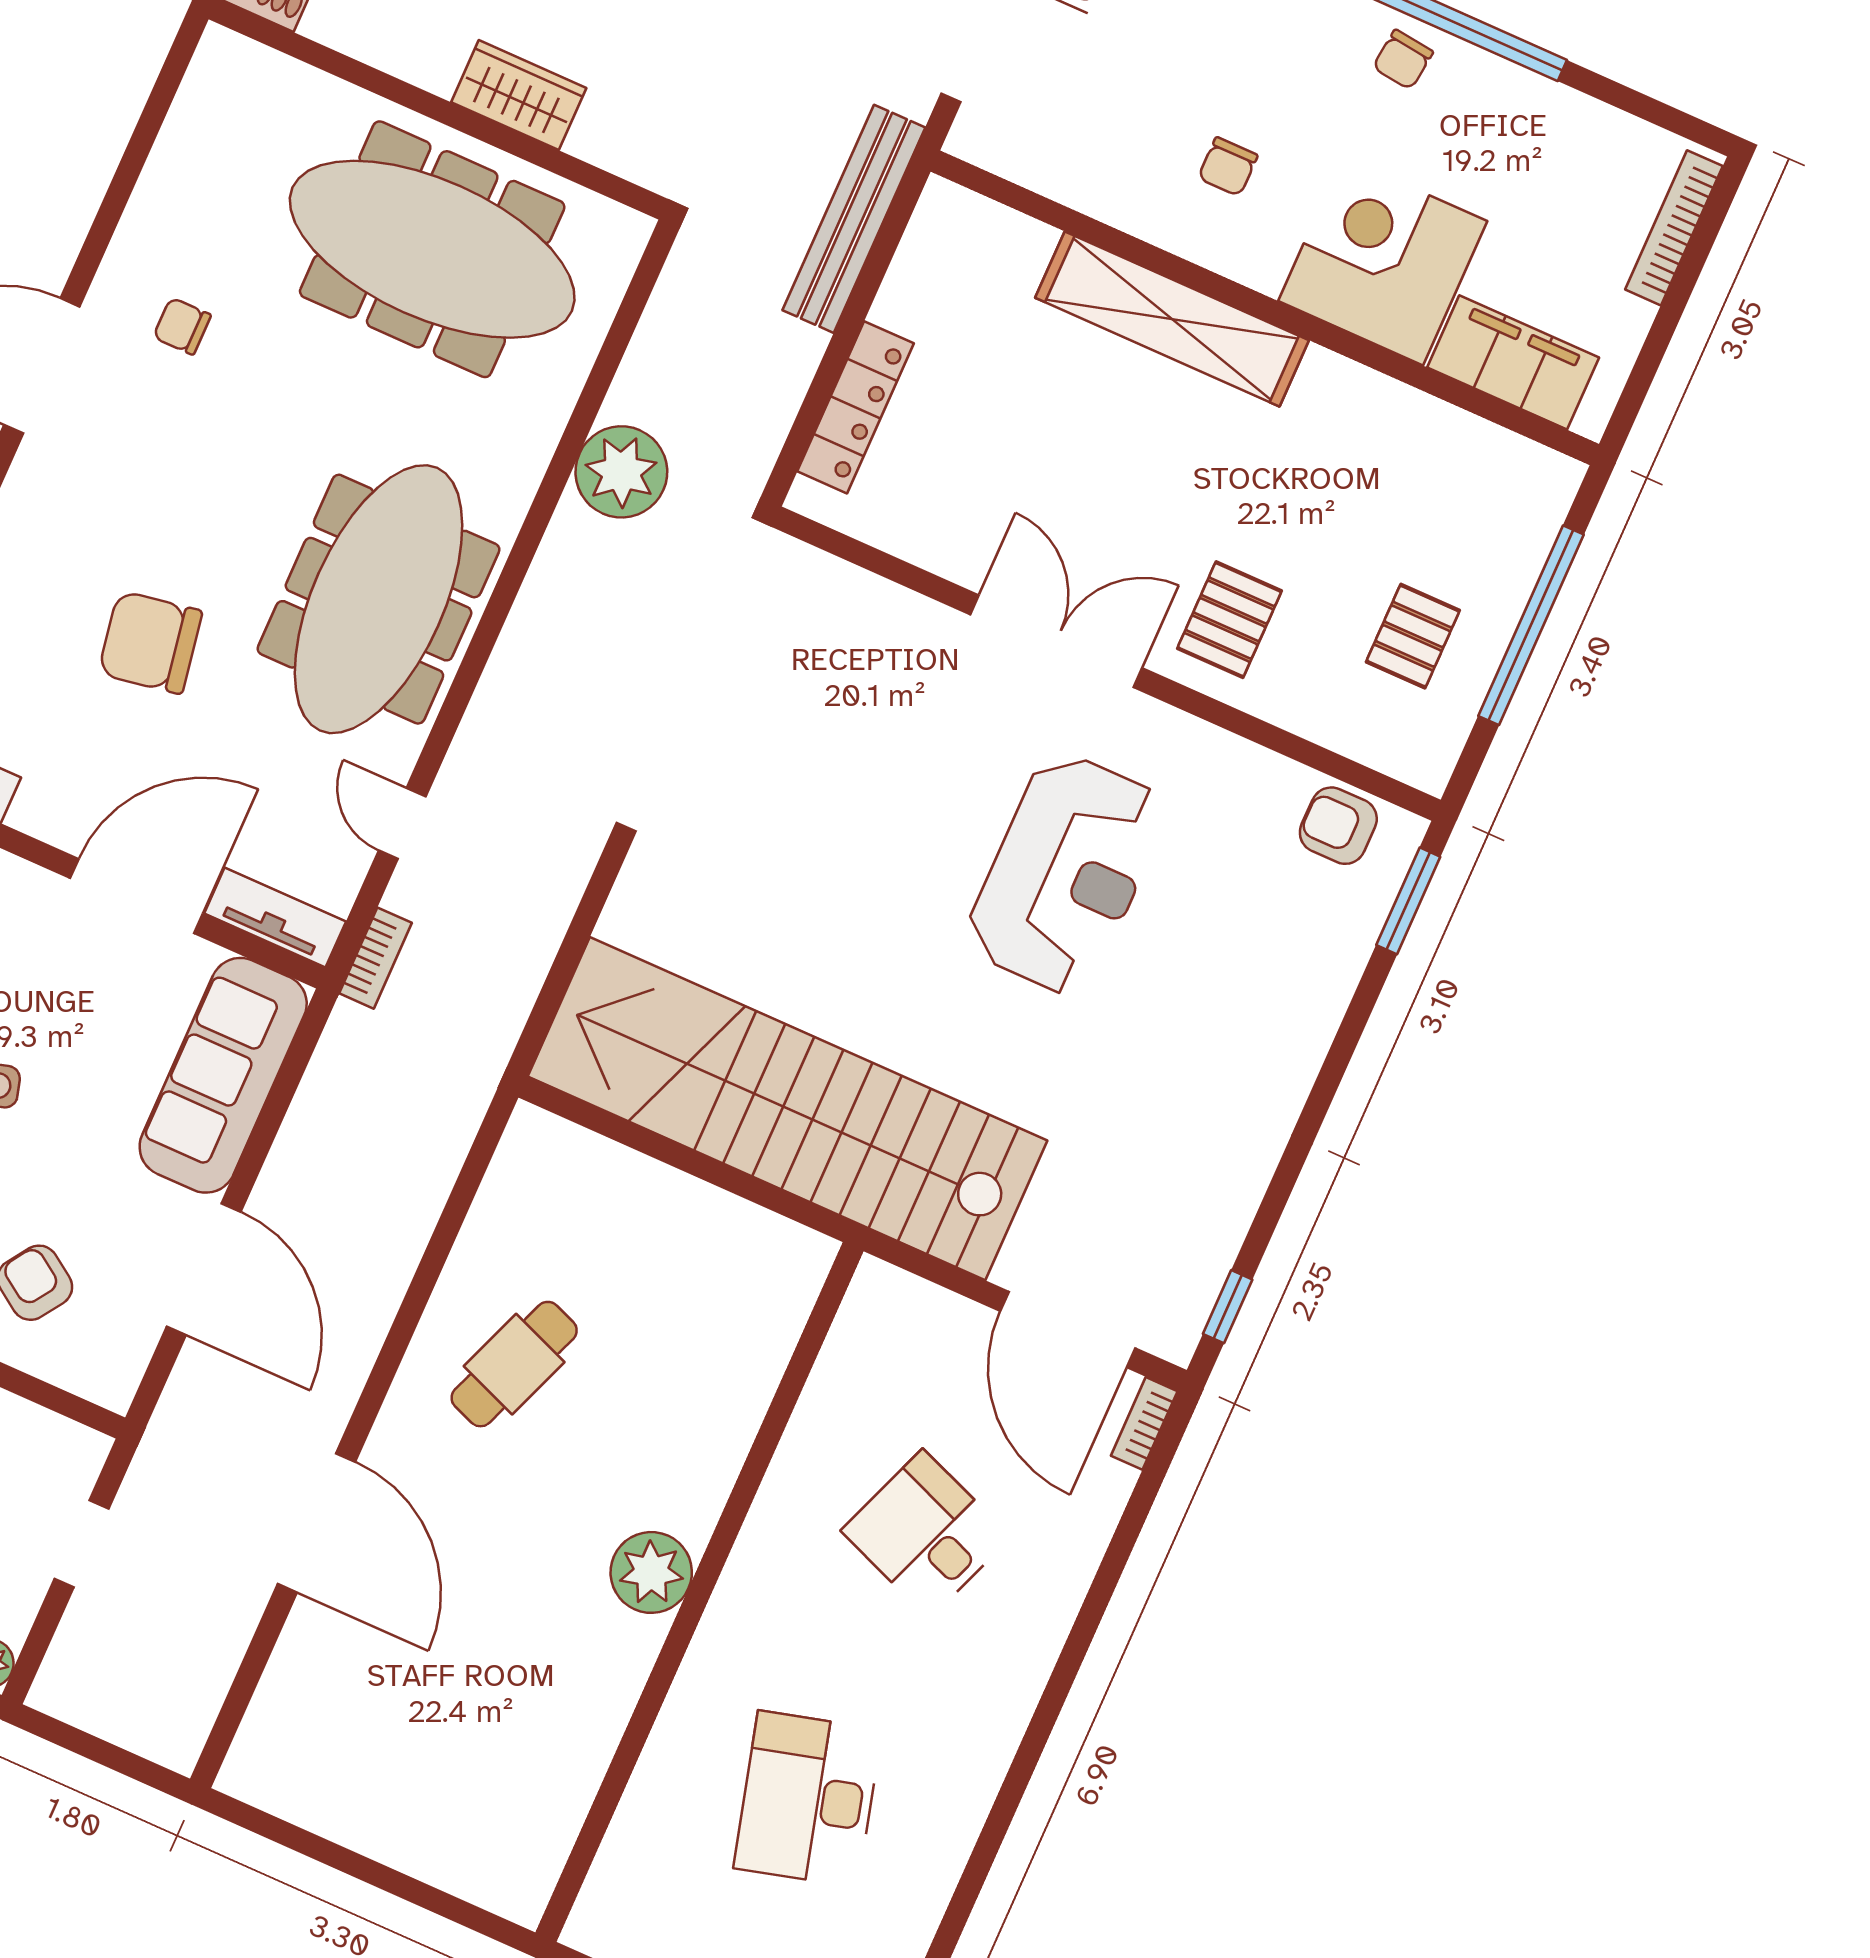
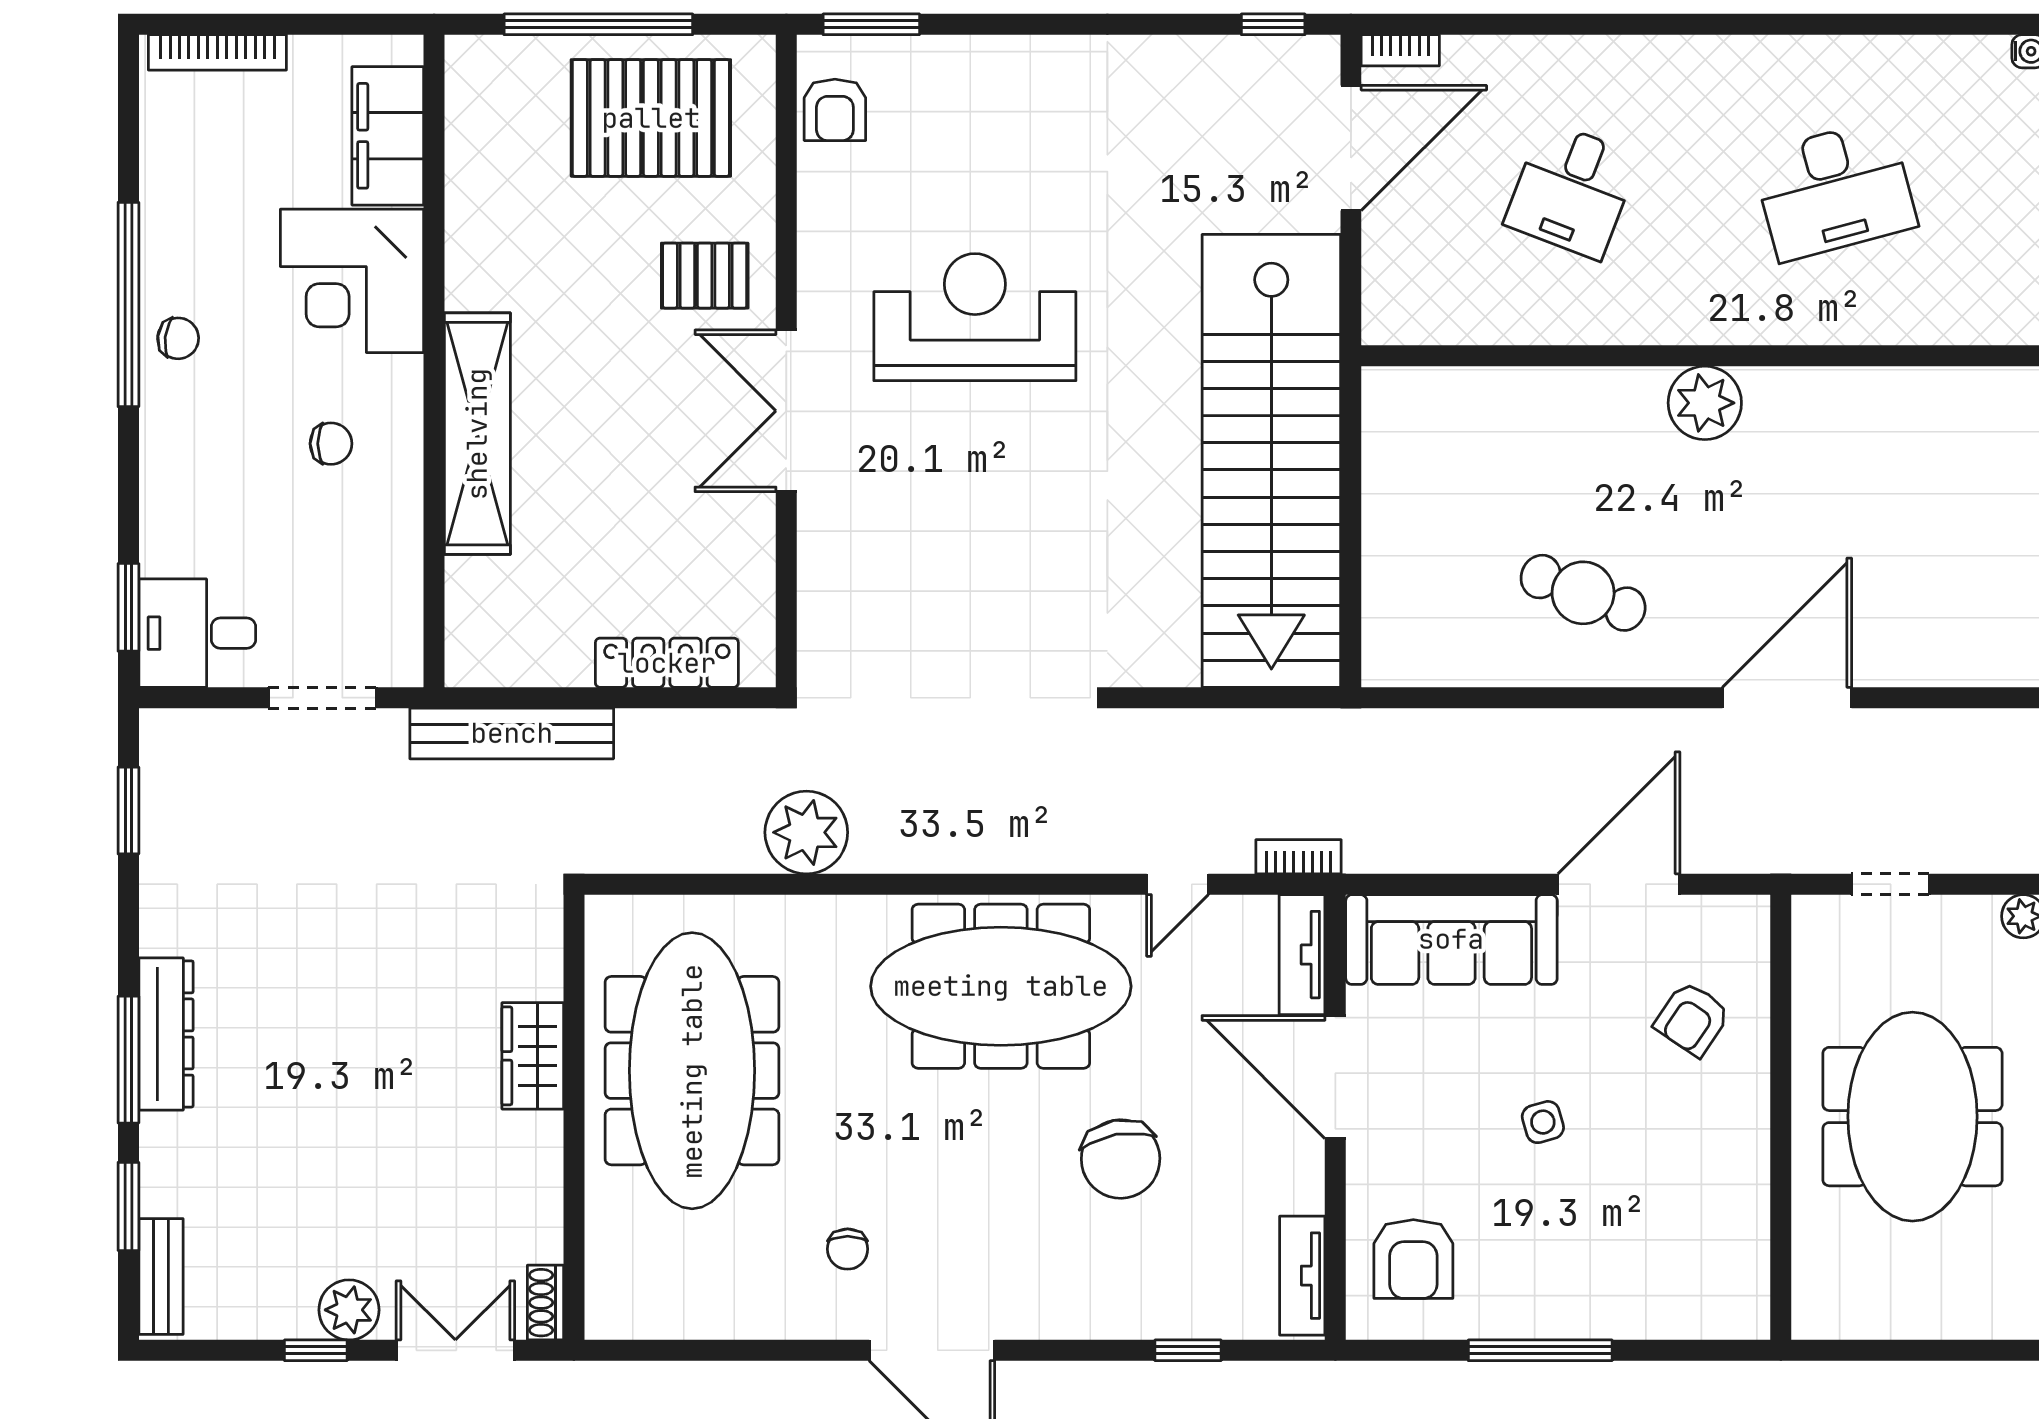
pallet: (1413, 636) -> (651, 118), width x2.05, depth x2.00

